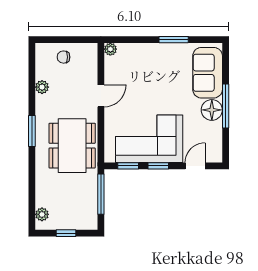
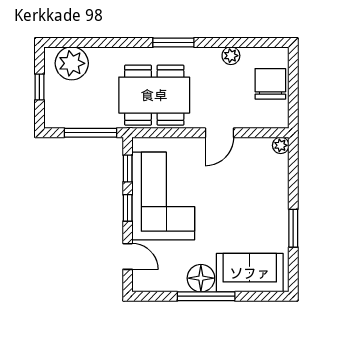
chair: (64, 57) -> (270, 84), width x1.87, depth x1.87
door: (101, 96) -> (219, 133), hinge flipped
plant: (42, 214) -> (72, 63), width x1.88, depth x1.88

